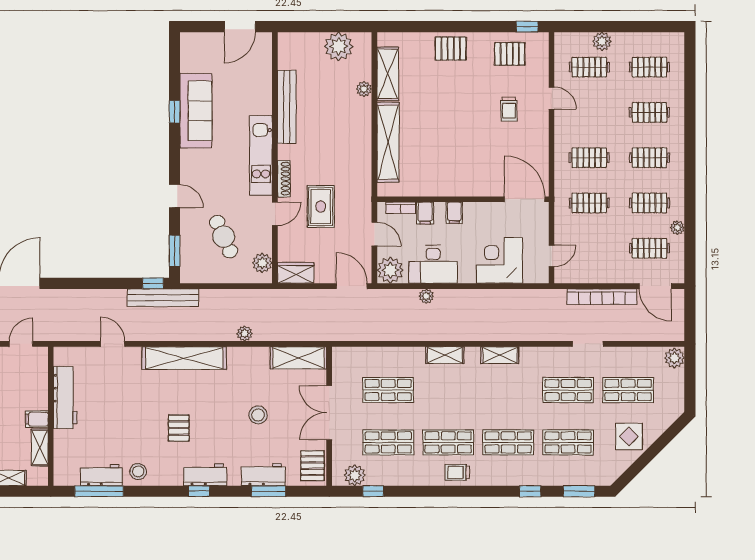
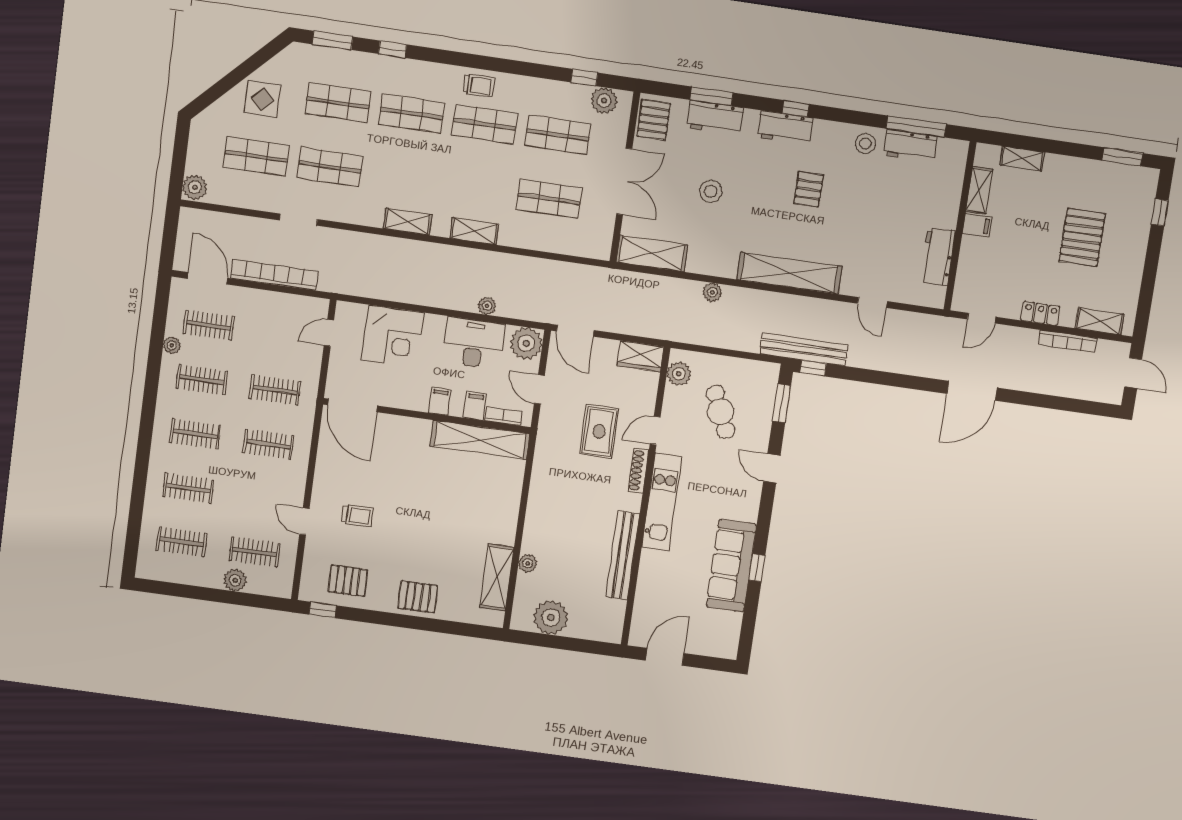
trolley: (509, 109) -> (357, 516), turned 90
shelving: (388, 142) -> (480, 440), moved, turned 90
workbench: (65, 397) -> (938, 256), width x0.73

